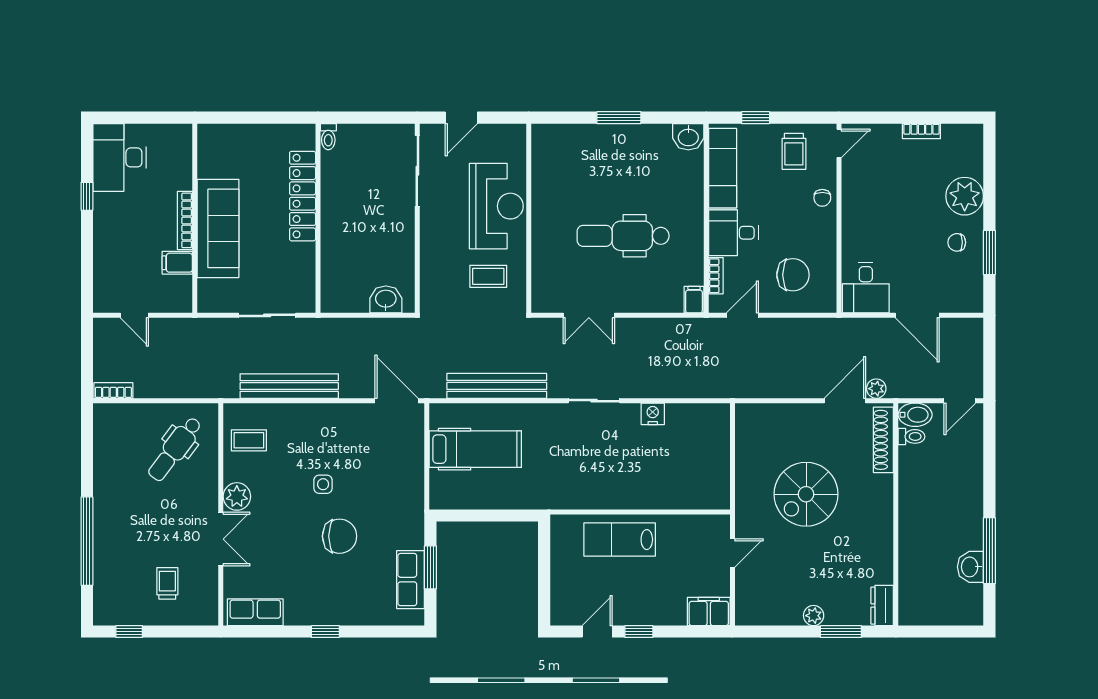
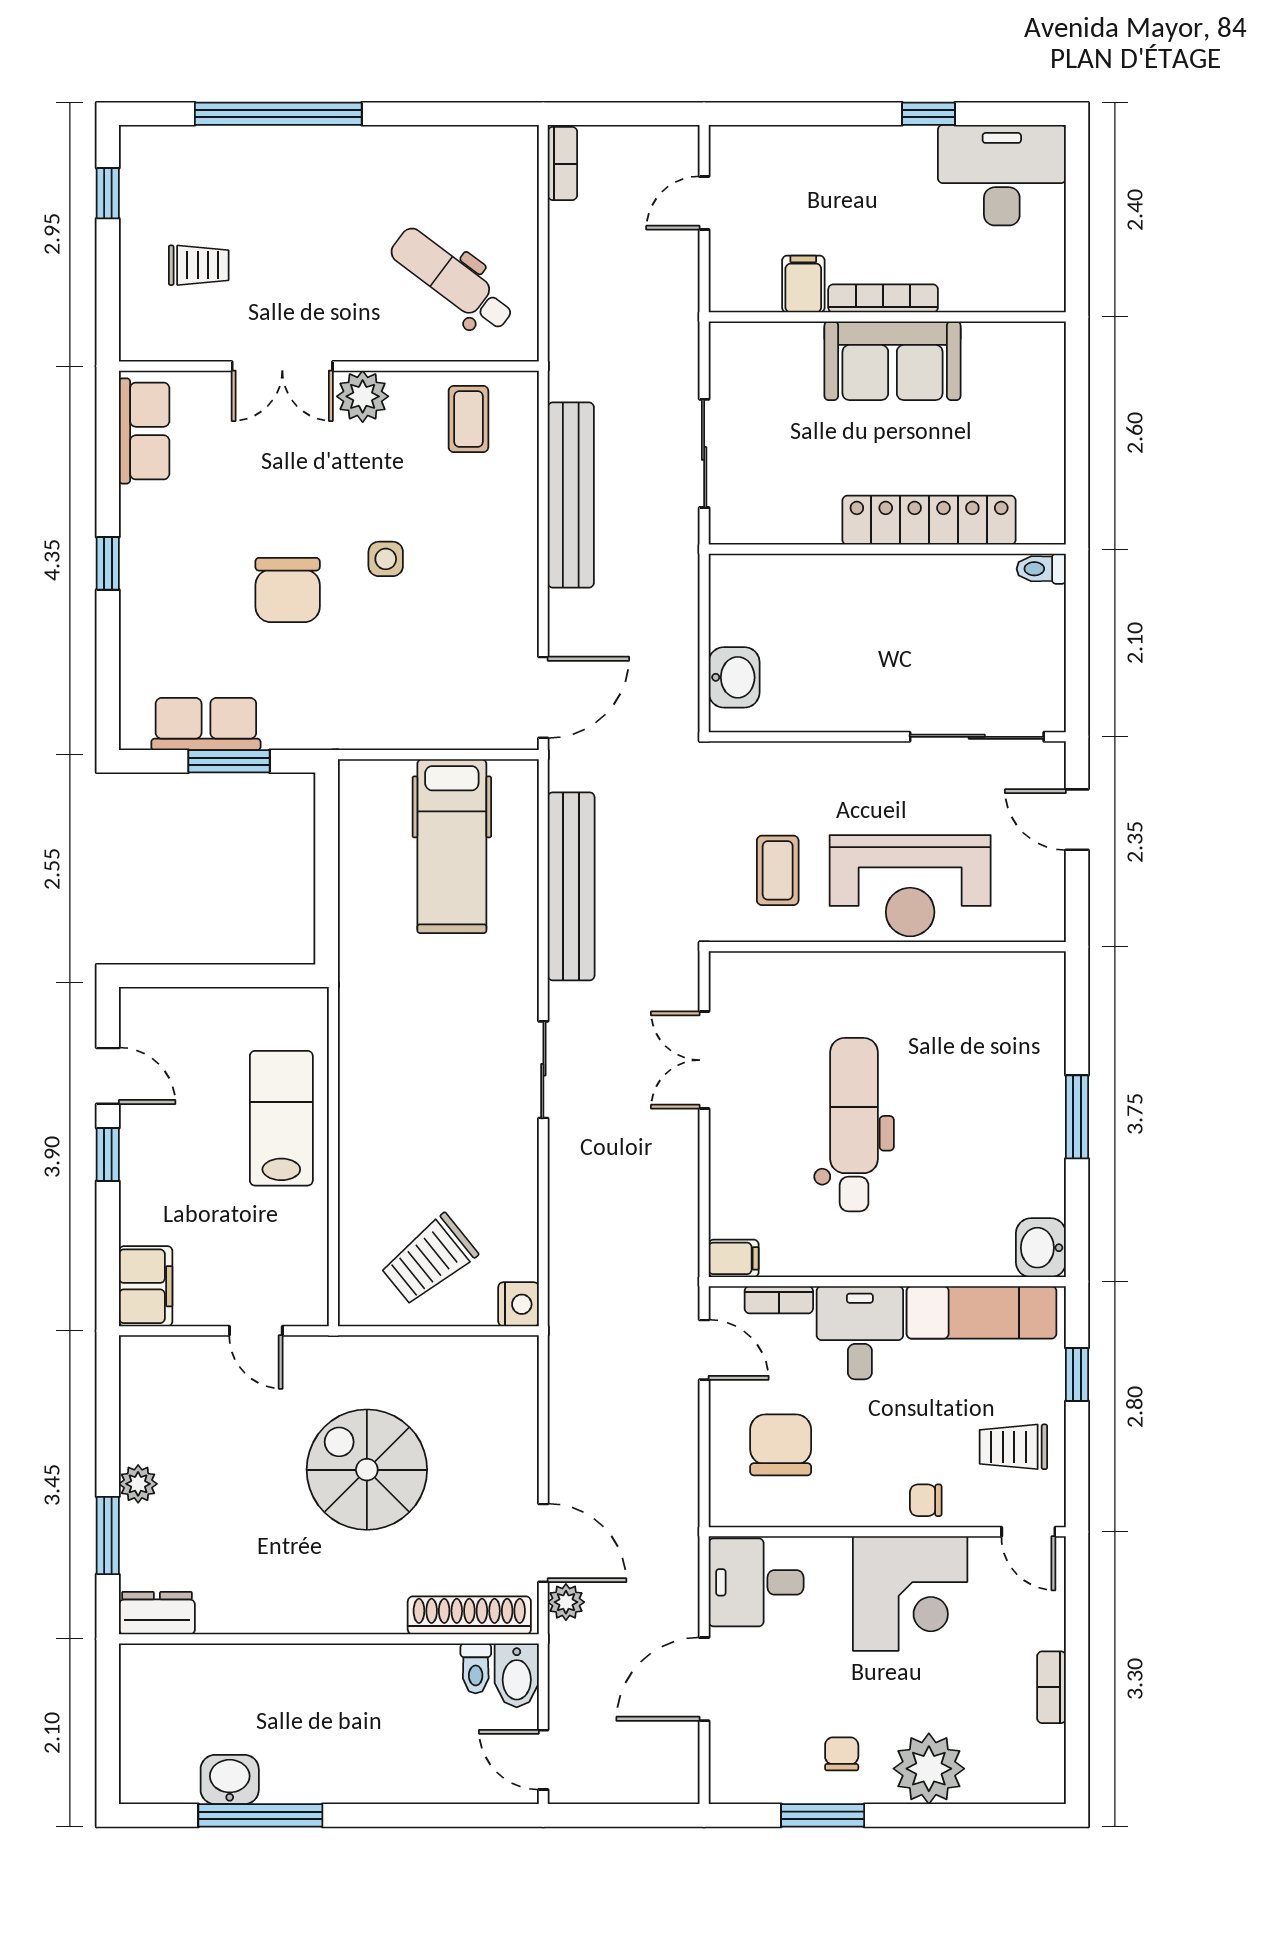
corner desk: (872, 206) -> (910, 1593), added
sofa: (218, 228) -> (893, 361), width x0.73
chair: (793, 275) -> (781, 1445), turned 180
nightstand: (653, 414) -> (519, 1304), moved
trolley: (695, 461) -> (429, 1260), added

